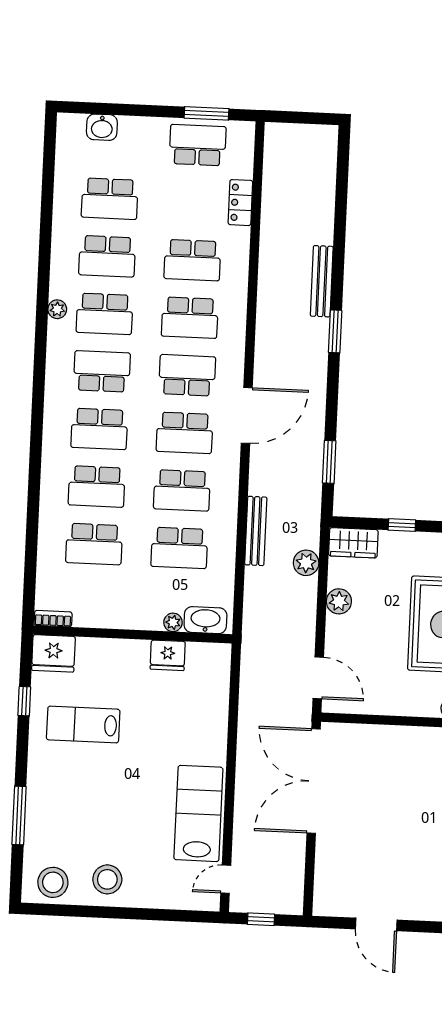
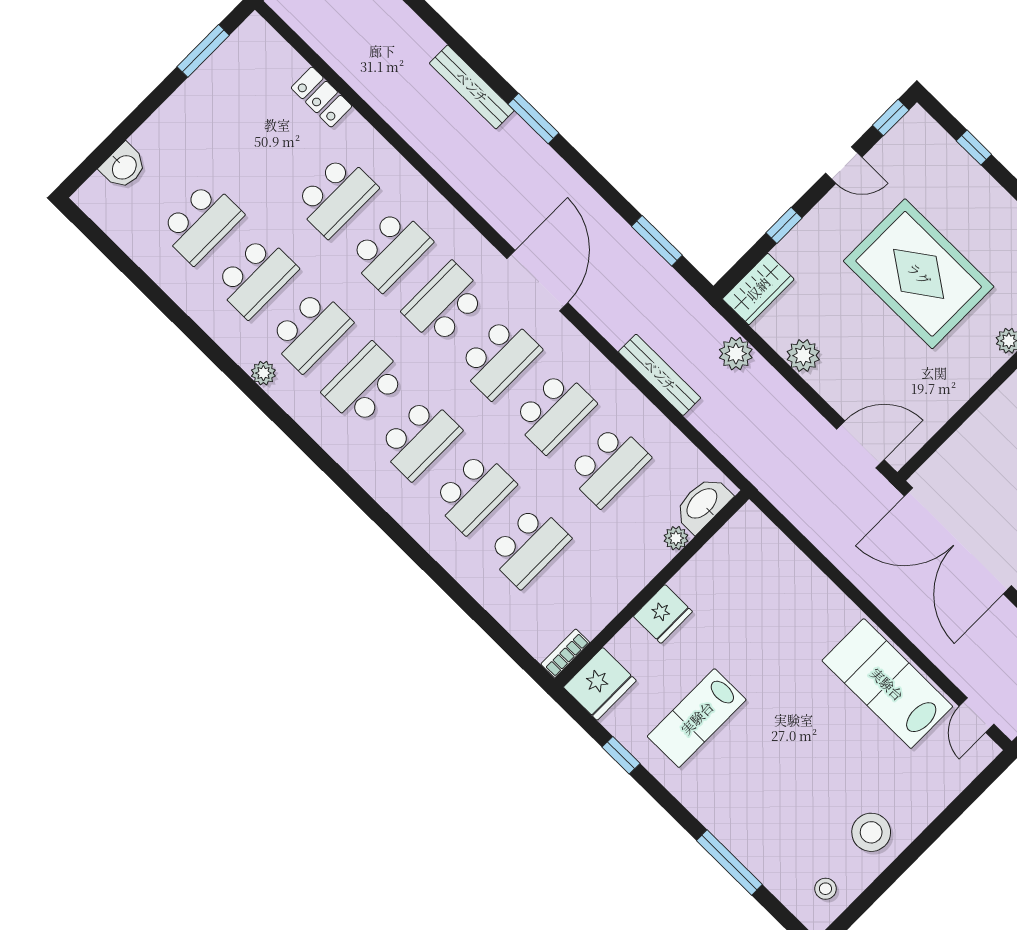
school desk: (198, 145) -> (227, 88), removed
fridge: (168, 655) -> (663, 614), moved
stool: (53, 882) -> (825, 889), width x0.53, depth x0.53

